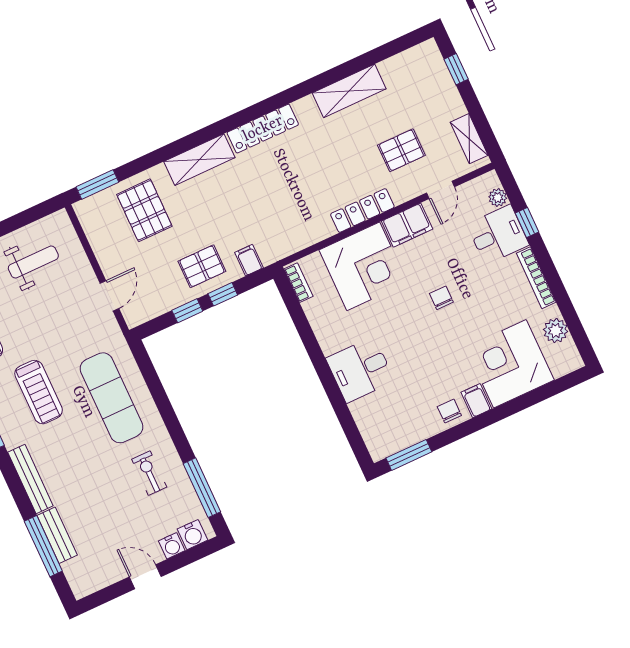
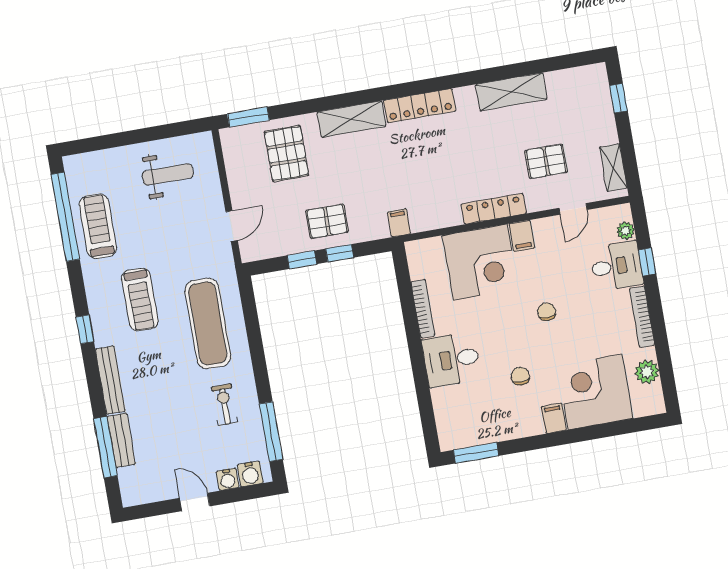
filing cabinet: (407, 225) -> (522, 236), width x0.50
filing cabinet: (249, 260) -> (399, 223), moved
bookcase: (298, 283) -> (423, 309), moved, width x1.56
chair: (449, 411) -> (520, 376), moved

